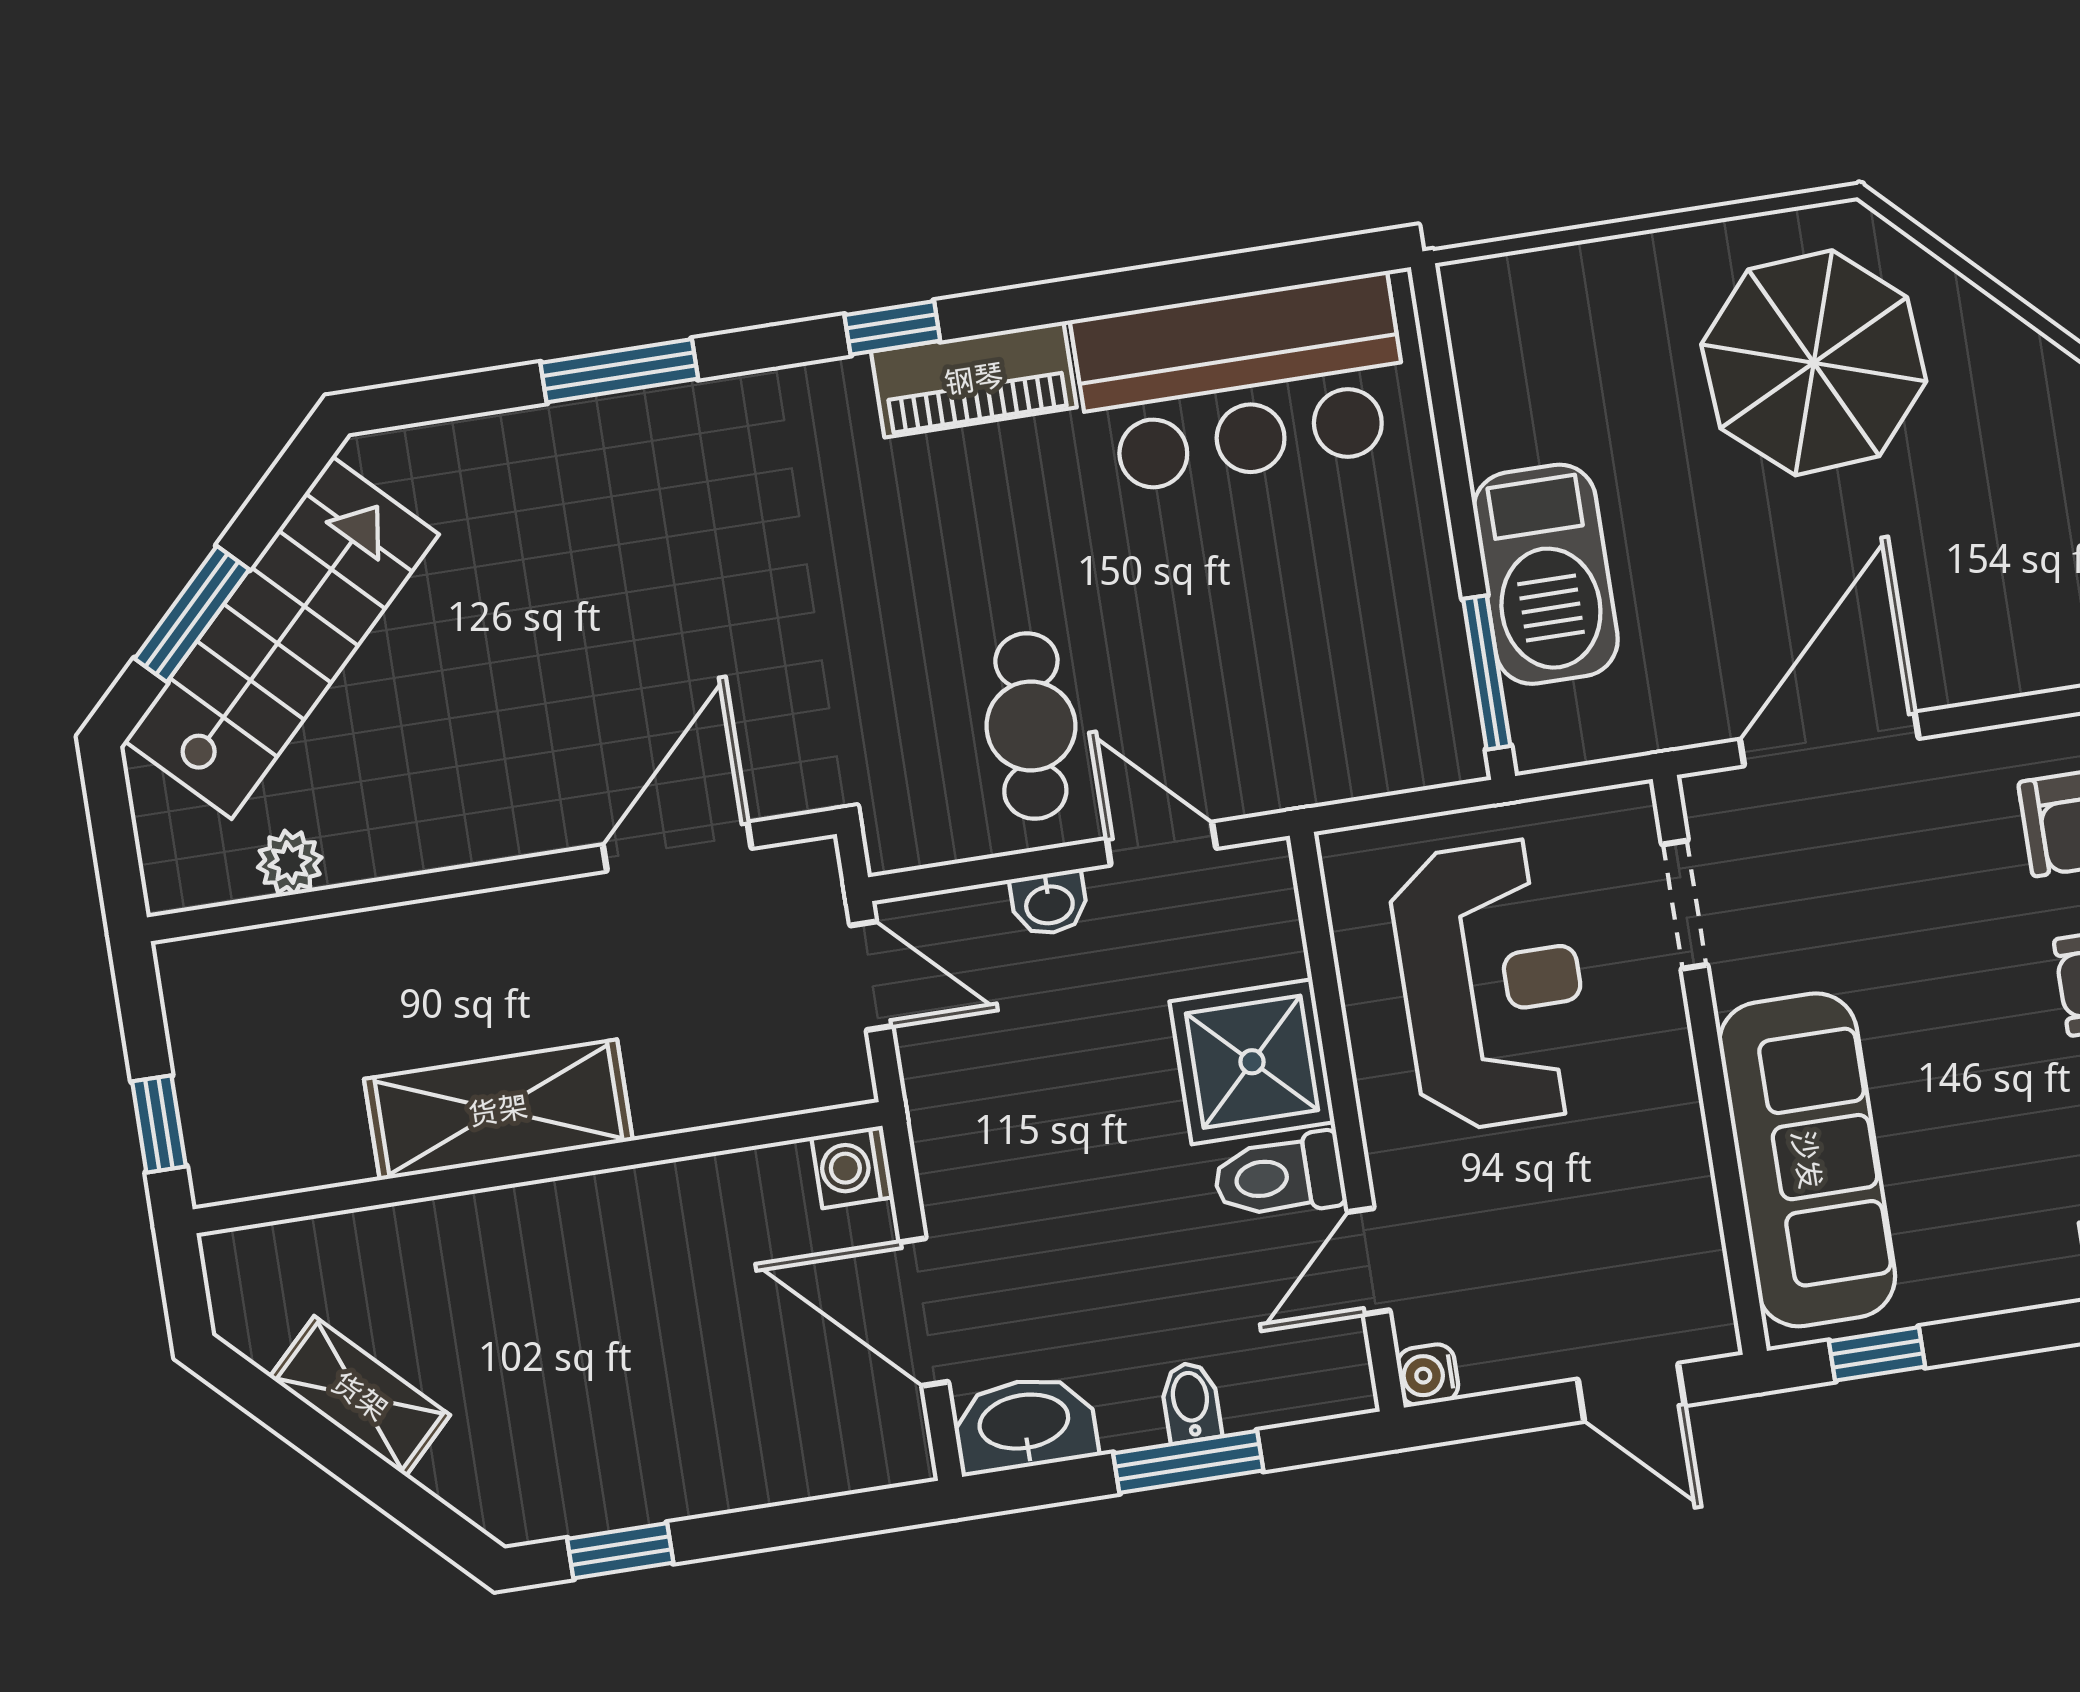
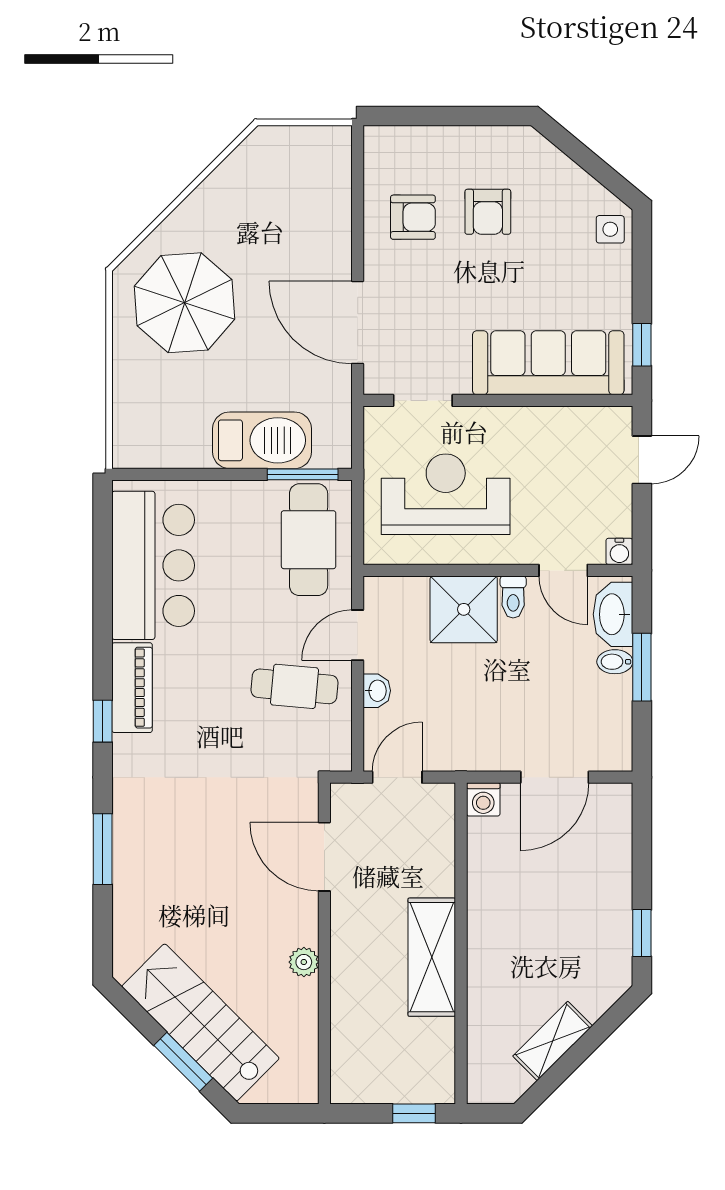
cafe table: (1349, 707) -> (309, 540), added
plant: (290, 862) -> (304, 962), moved
toilet: (1279, 1176) -> (513, 597), width x0.73, depth x0.72
washbasin: (1024, 1424) -> (613, 614), moved

